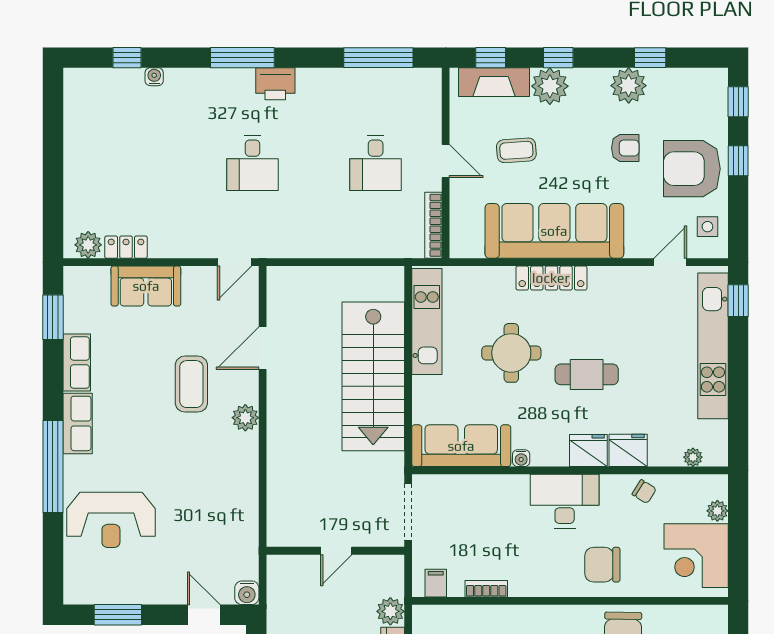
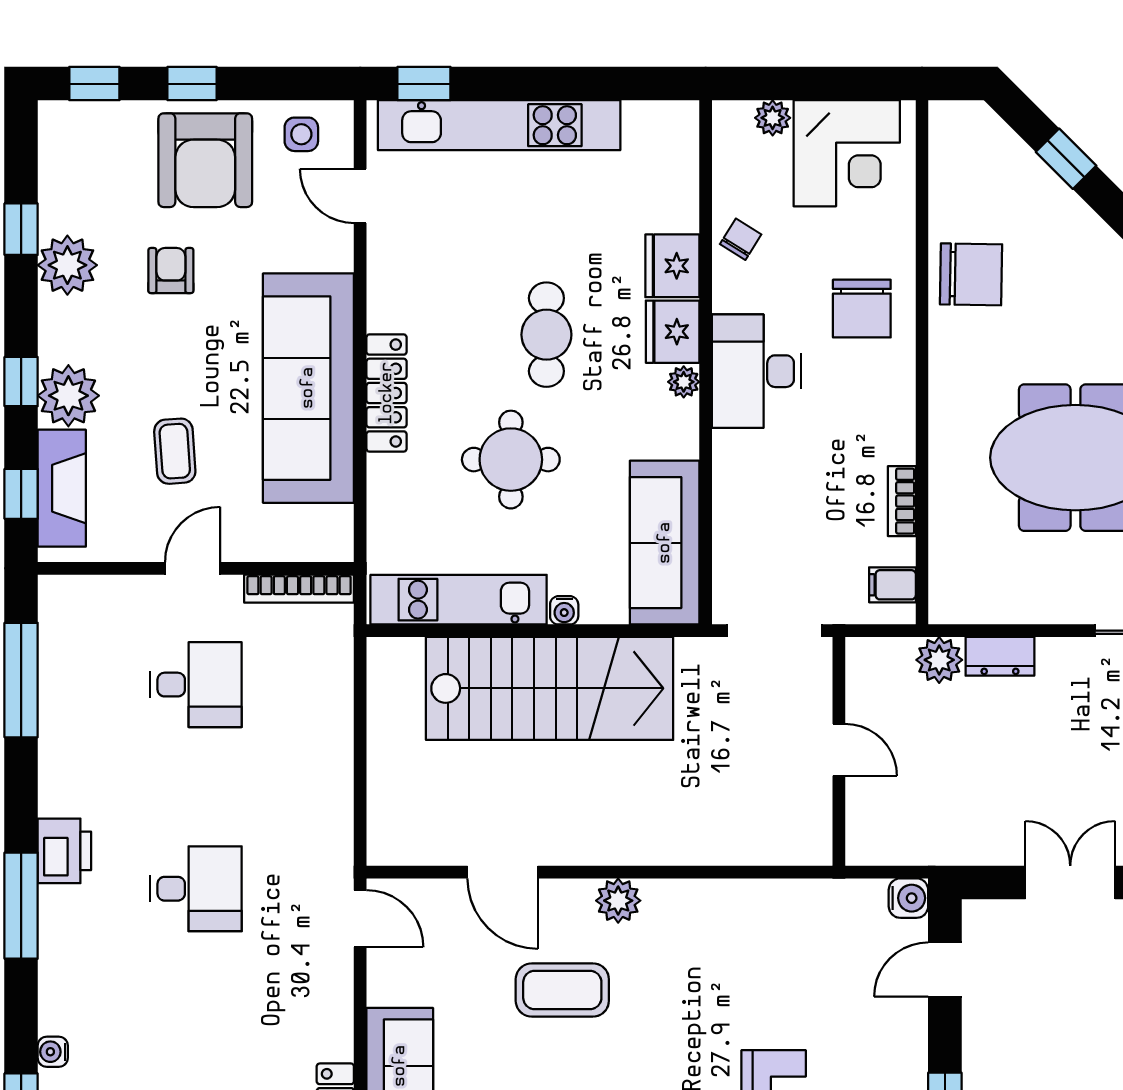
plant: (693, 457) -> (684, 382), moved
water cooler: (521, 458) -> (564, 610), moved, turned 90

